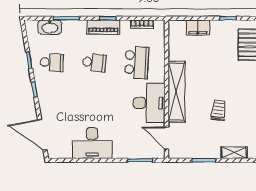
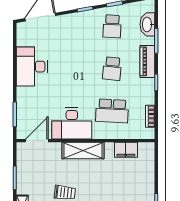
piano: (103, 27) -> (147, 61), moved
filing cabinet: (198, 27) -> (126, 150), moved, turned -90
shelving: (176, 92) -> (83, 151), width x0.68

